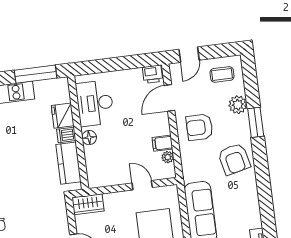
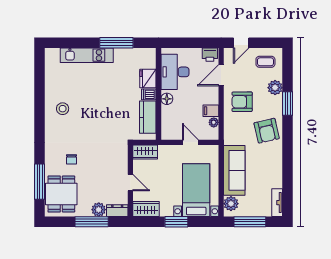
desk: (95, 103) -> (175, 72), moved
fridge: (63, 116) -> (148, 79), moved
wall: (78, 133) -> (158, 94), moved
dishwasher: (66, 135) -> (149, 94), moved
floor lamp: (89, 138) -> (167, 99), moved
kitchen counter: (68, 163) -> (148, 117), moved

